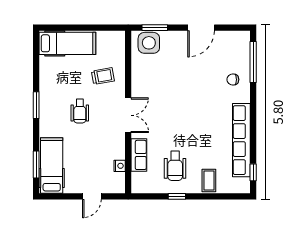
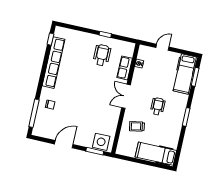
coffee table: (209, 181) -> (81, 40), removed

